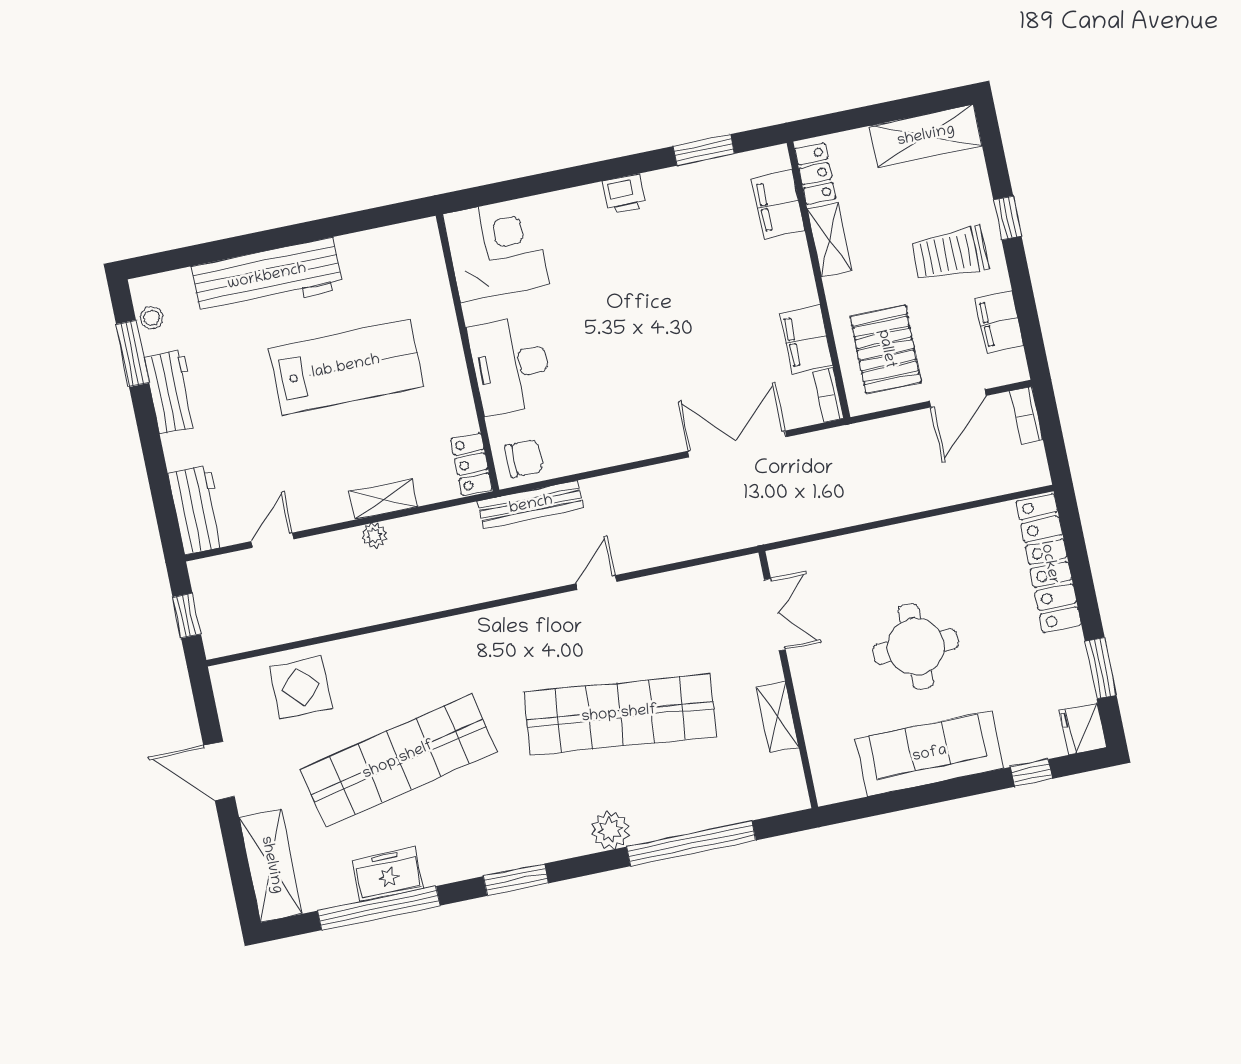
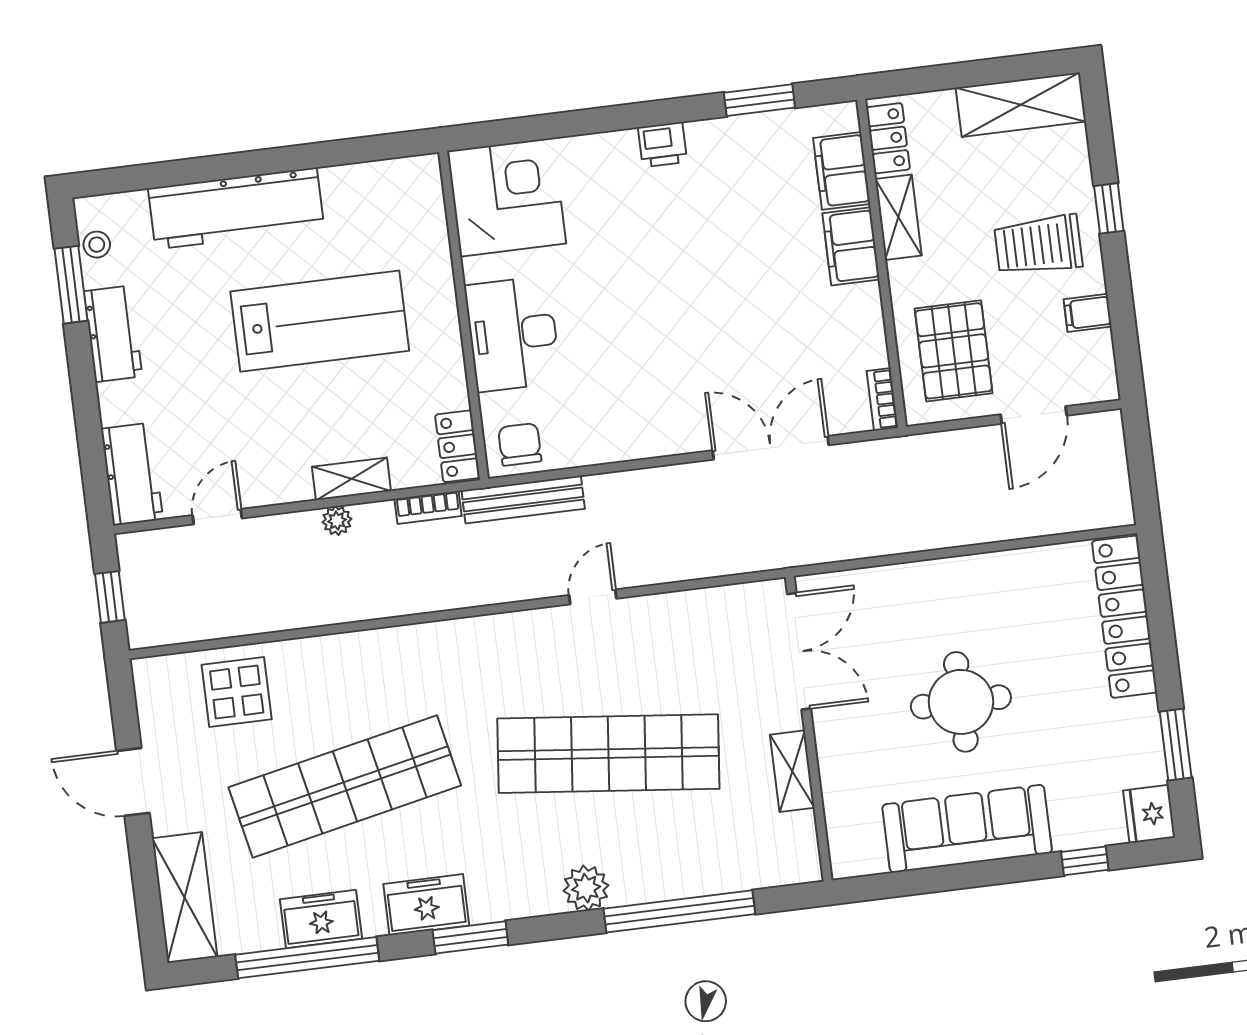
filing cabinet: (999, 322) -> (1088, 313), width x0.50
filing cabinet: (806, 339) -> (851, 246), moved
bookcase: (1027, 415) -> (428, 507), moved, turned -90
chair: (524, 458) -> (520, 444), turned -90
double door: (775, 615) -> (799, 651), width x1.37
freezer: (476, 855) -> (426, 905), added

